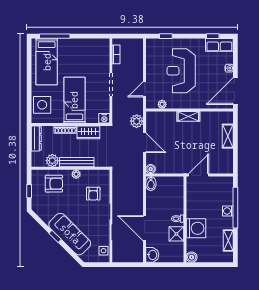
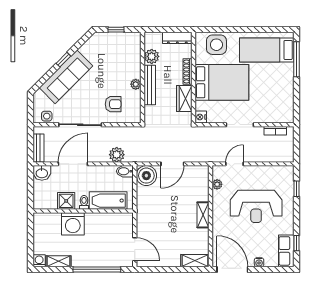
reception desk: (181, 71) -> (256, 206), turned 180
door: (145, 89) -> (235, 164), hinge flipped
bed: (74, 100) -> (222, 82), width x1.50
plant: (137, 121) -> (117, 155), moved
shelving: (228, 136) -> (195, 261), moved
boiler: (151, 169) -> (146, 176), width x1.86, depth x1.86
door: (199, 175) -> (135, 249), moved
armchair: (54, 184) -> (125, 58), removed
armchair: (93, 194) -> (113, 104), turned 180
bathtub: (176, 198) -> (108, 201), added
washing machine: (228, 211) -> (39, 261), moved
boiler: (192, 257) -> (39, 219), removed
bench: (131, 258) -> (38, 148), added

